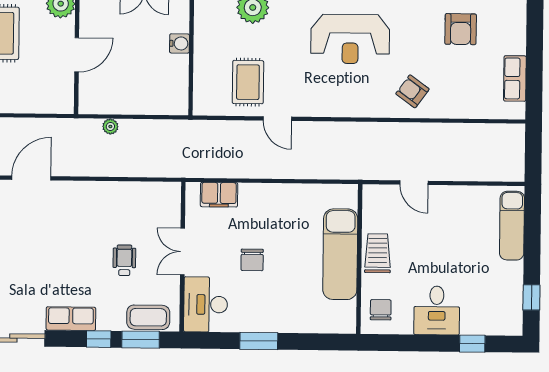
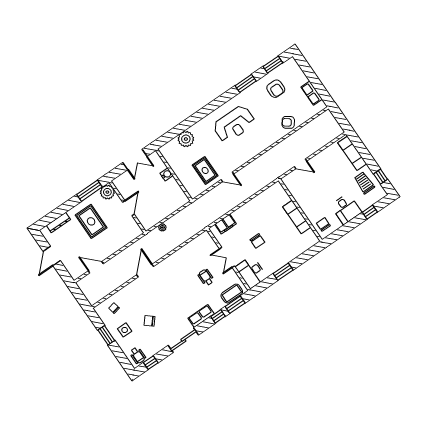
armchair: (412, 91) -> (288, 122), moved
trolley: (378, 253) -> (364, 183), moved
exam couch: (340, 254) -> (297, 217), width x0.73, depth x0.69

